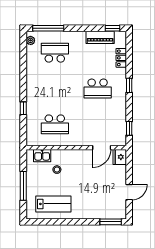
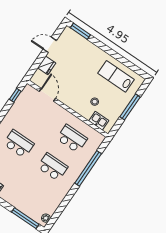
school desk: (55, 53) -> (53, 167), moved, turned 180
window: (23, 108) -> (88, 168), width x3.17
door: (102, 148) -> (47, 95), hinge flipped
fridge: (120, 157) -> (47, 65), moved

